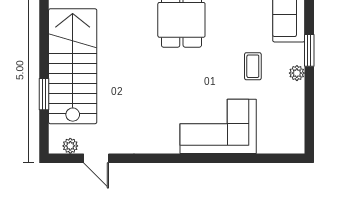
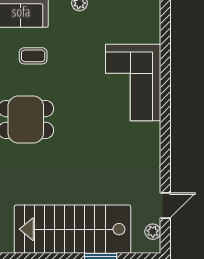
coffee table: (253, 66) -> (33, 56), moved

